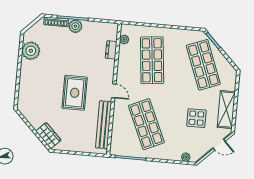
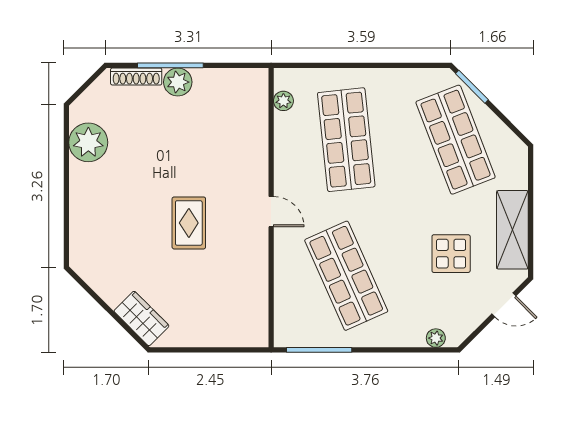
dresser: (111, 50) -> (258, 125), removed
rug: (75, 93) -> (189, 223), width x0.73, depth x0.70
bench: (104, 125) -> (256, 285), removed

